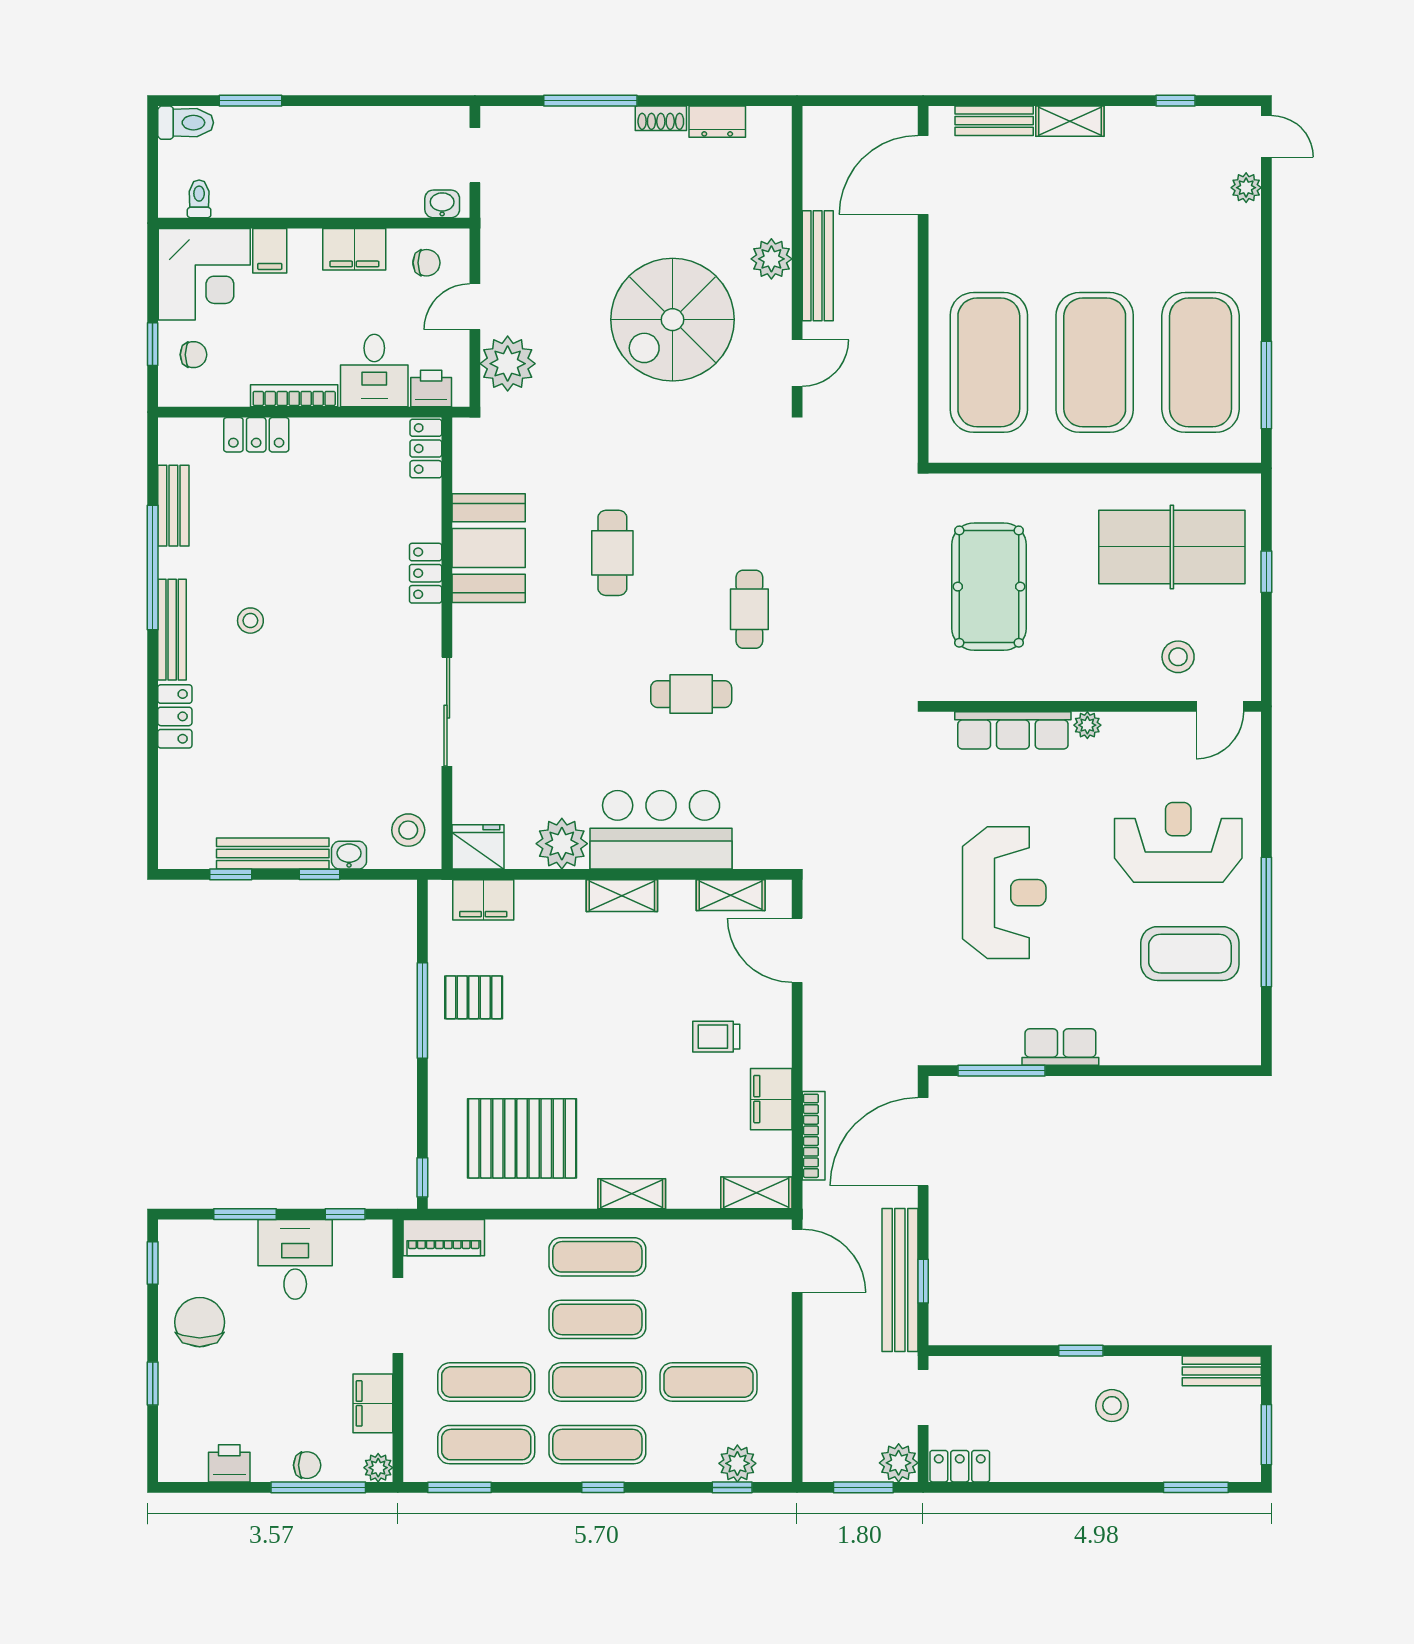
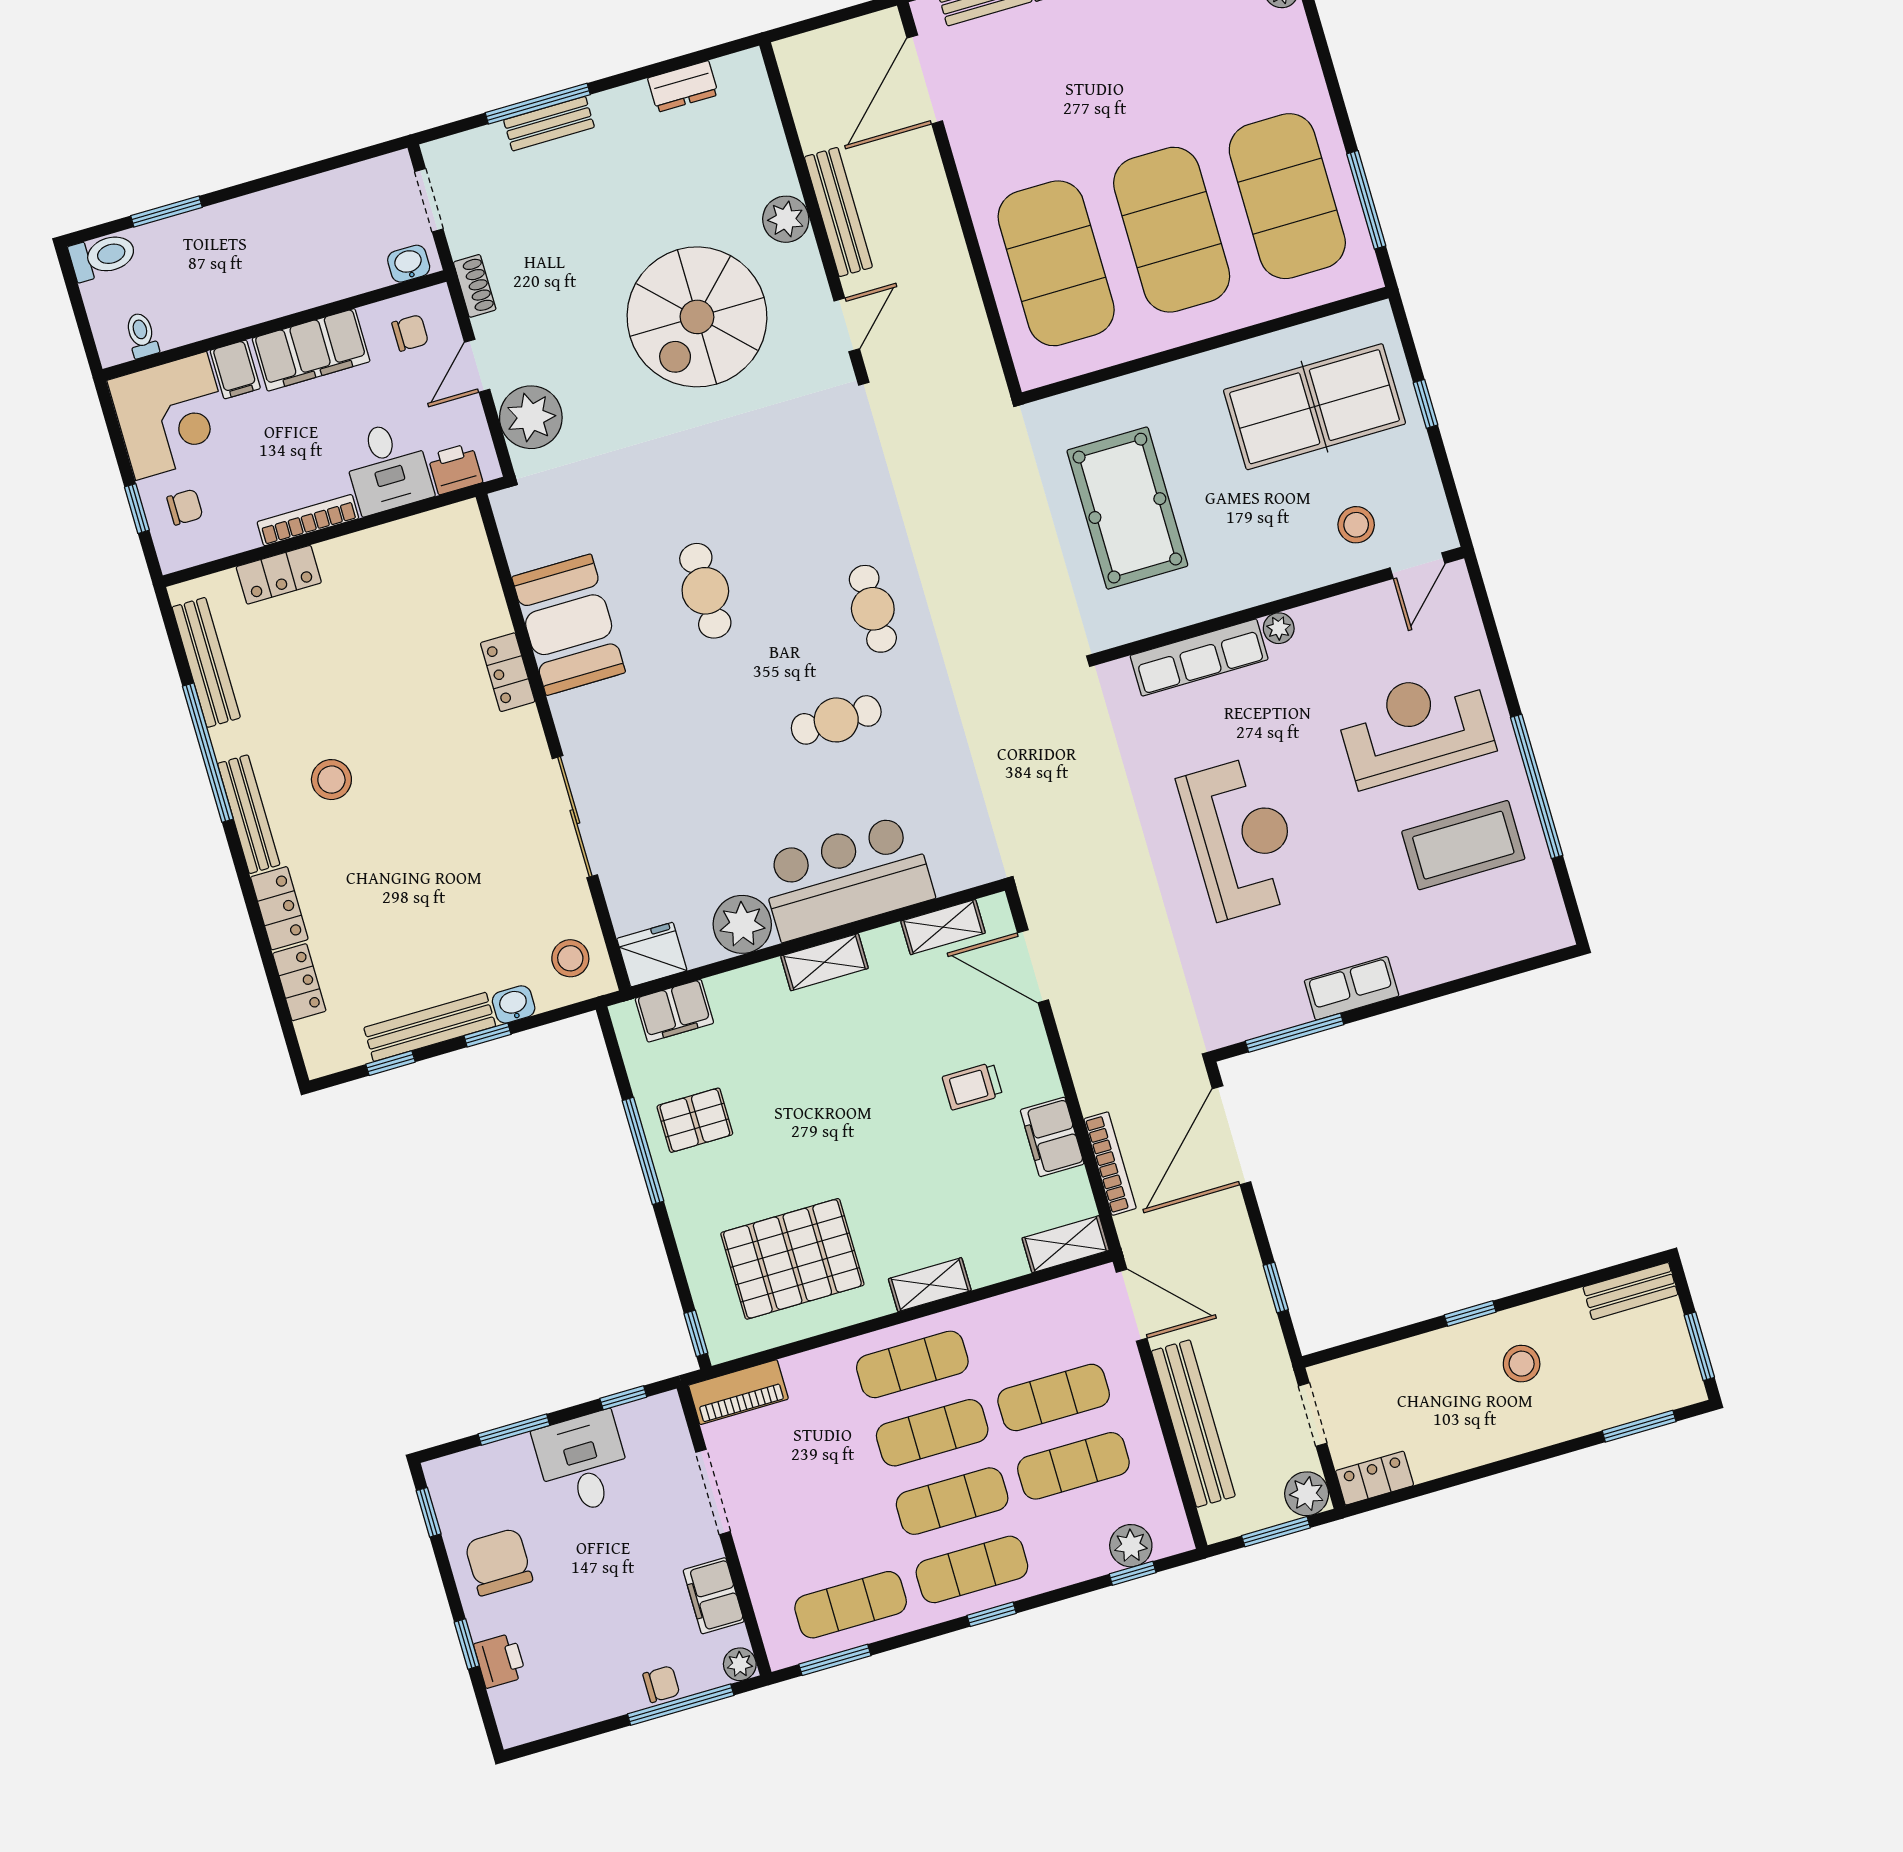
shoe rack: (661, 118) -> (475, 286), moved, turned -90
bench: (595, 120) -> (549, 124), added
filing cabinet: (354, 249) -> (311, 350), width x1.50, depth x1.17
locker: (426, 448) -> (299, 982), moved, turned 180
bench: (173, 506) -> (206, 662), width x1.36
stool: (250, 621) -> (331, 780), width x1.37, depth x1.37
bench: (900, 1280) -> (1193, 1424), moved
exercise mat: (486, 1382) -> (1054, 1397), moved
printer: (229, 1463) -> (500, 1660), moved, turned 90

